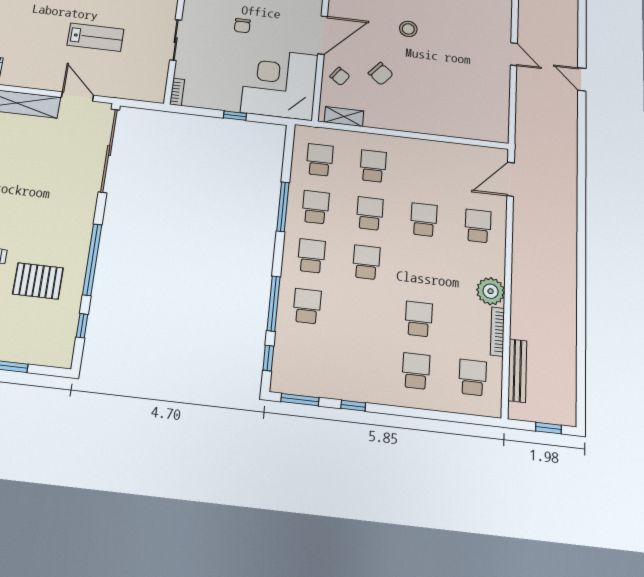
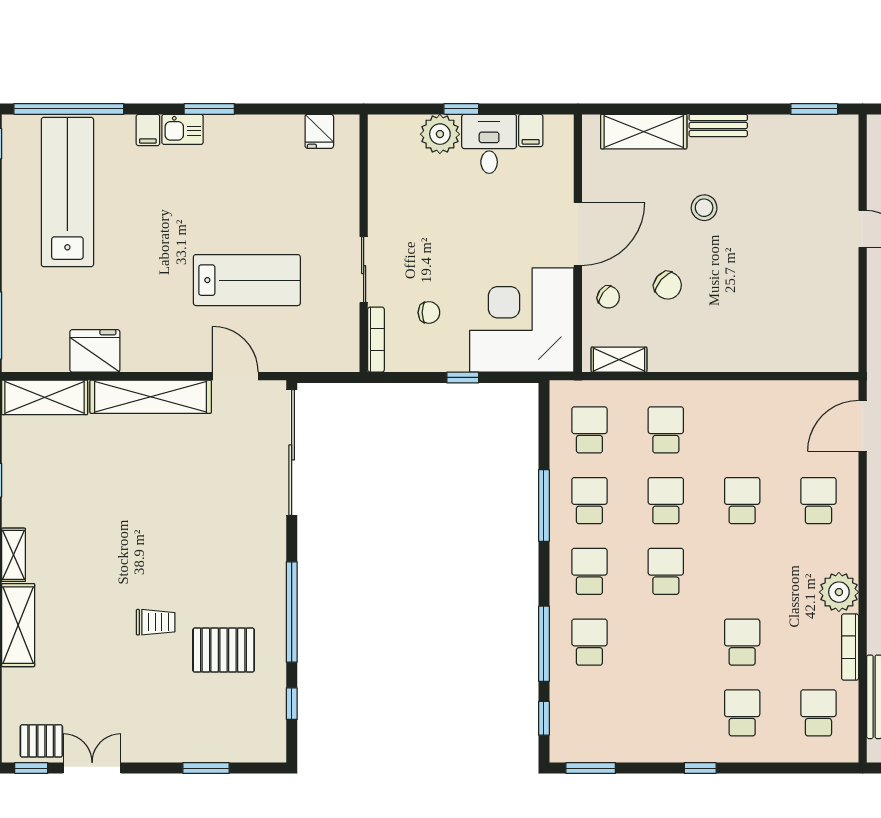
chair: (242, 26) -> (429, 312), moved, turned -90
lab bench: (95, 37) -> (247, 280), width x1.36, depth x1.39
bookcase: (177, 92) -> (376, 340), width x1.56
window: (353, 406) -> (700, 768), moved

